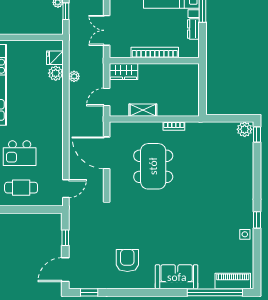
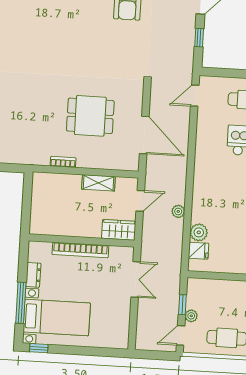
plant: (74, 76) -> (178, 211), moved
dining table: (153, 166) -> (90, 116), width x0.73

